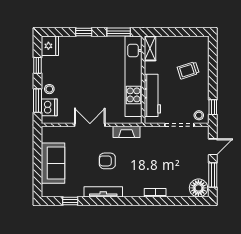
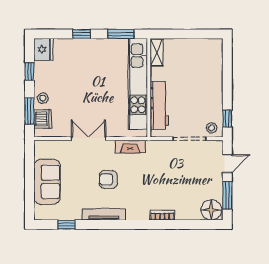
trolley: (188, 70) -> (200, 77), removed

